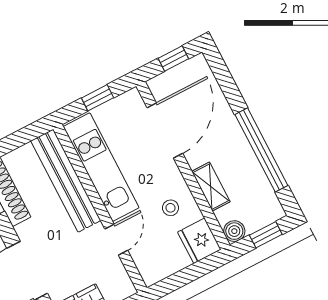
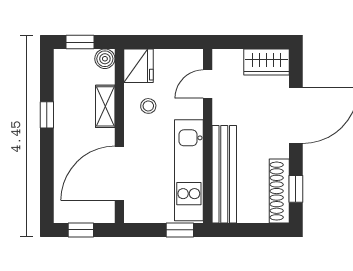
window: (98, 98) -> (180, 230), moved
window: (261, 150) -> (47, 115), width x0.32
door: (116, 240) -> (208, 84), moved

